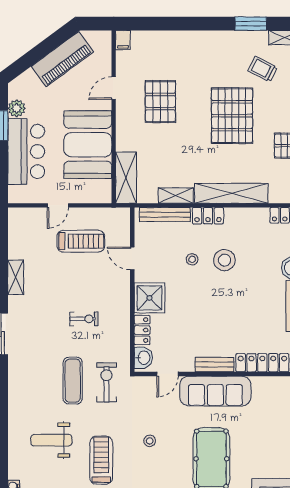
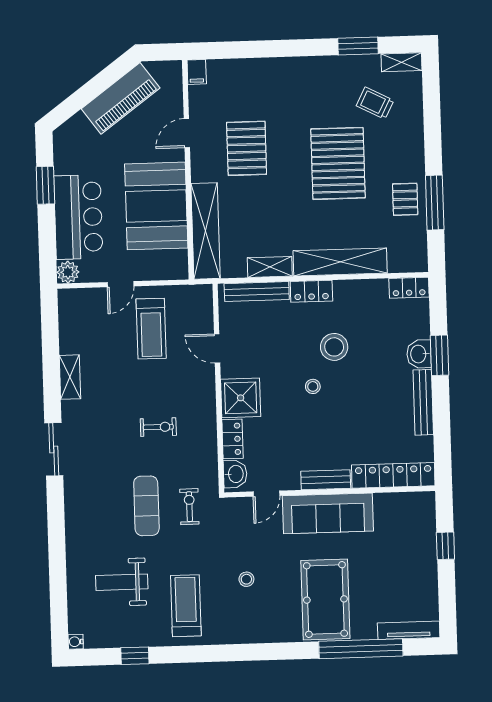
plant: (17, 108) -> (68, 272), moved
shelving: (126, 178) -> (206, 231), width x1.47
treadmill: (81, 241) -> (151, 329), turned 90
stool: (192, 259) -> (313, 386), moved
exercise bike: (106, 382) -> (189, 507), width x0.73, depth x0.72

